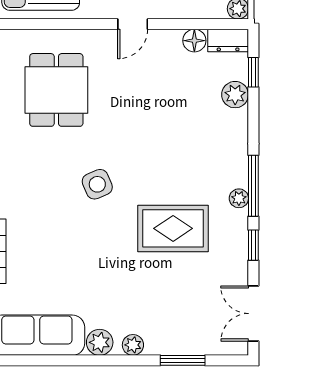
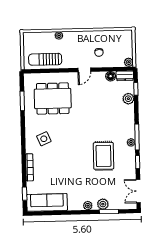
dining table: (56, 90) -> (53, 99), width x1.38
side table: (97, 184) -> (44, 139), moved
rug: (173, 228) -> (103, 156), turned 90
plant: (100, 342) -> (103, 204), moved

